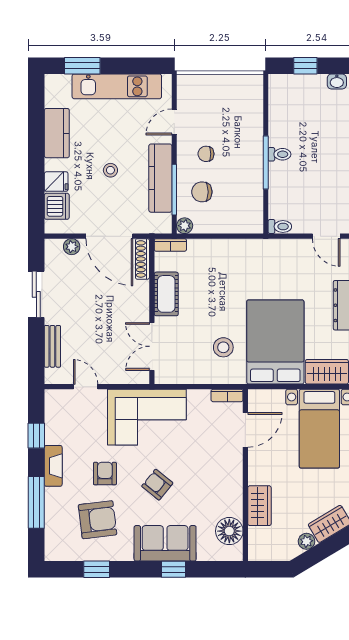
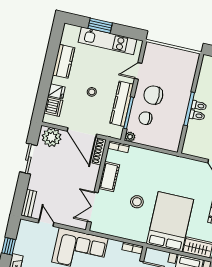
window: (82, 66) -> (100, 26), moved
chair: (206, 154) -> (153, 95), width x1.87, depth x1.87
toilet: (280, 227) -> (197, 115), moved
plant: (72, 247) -> (52, 137), width x1.88, depth x1.88
bench: (52, 346) -> (29, 203), moved
stool: (223, 347) -> (137, 202), moved

